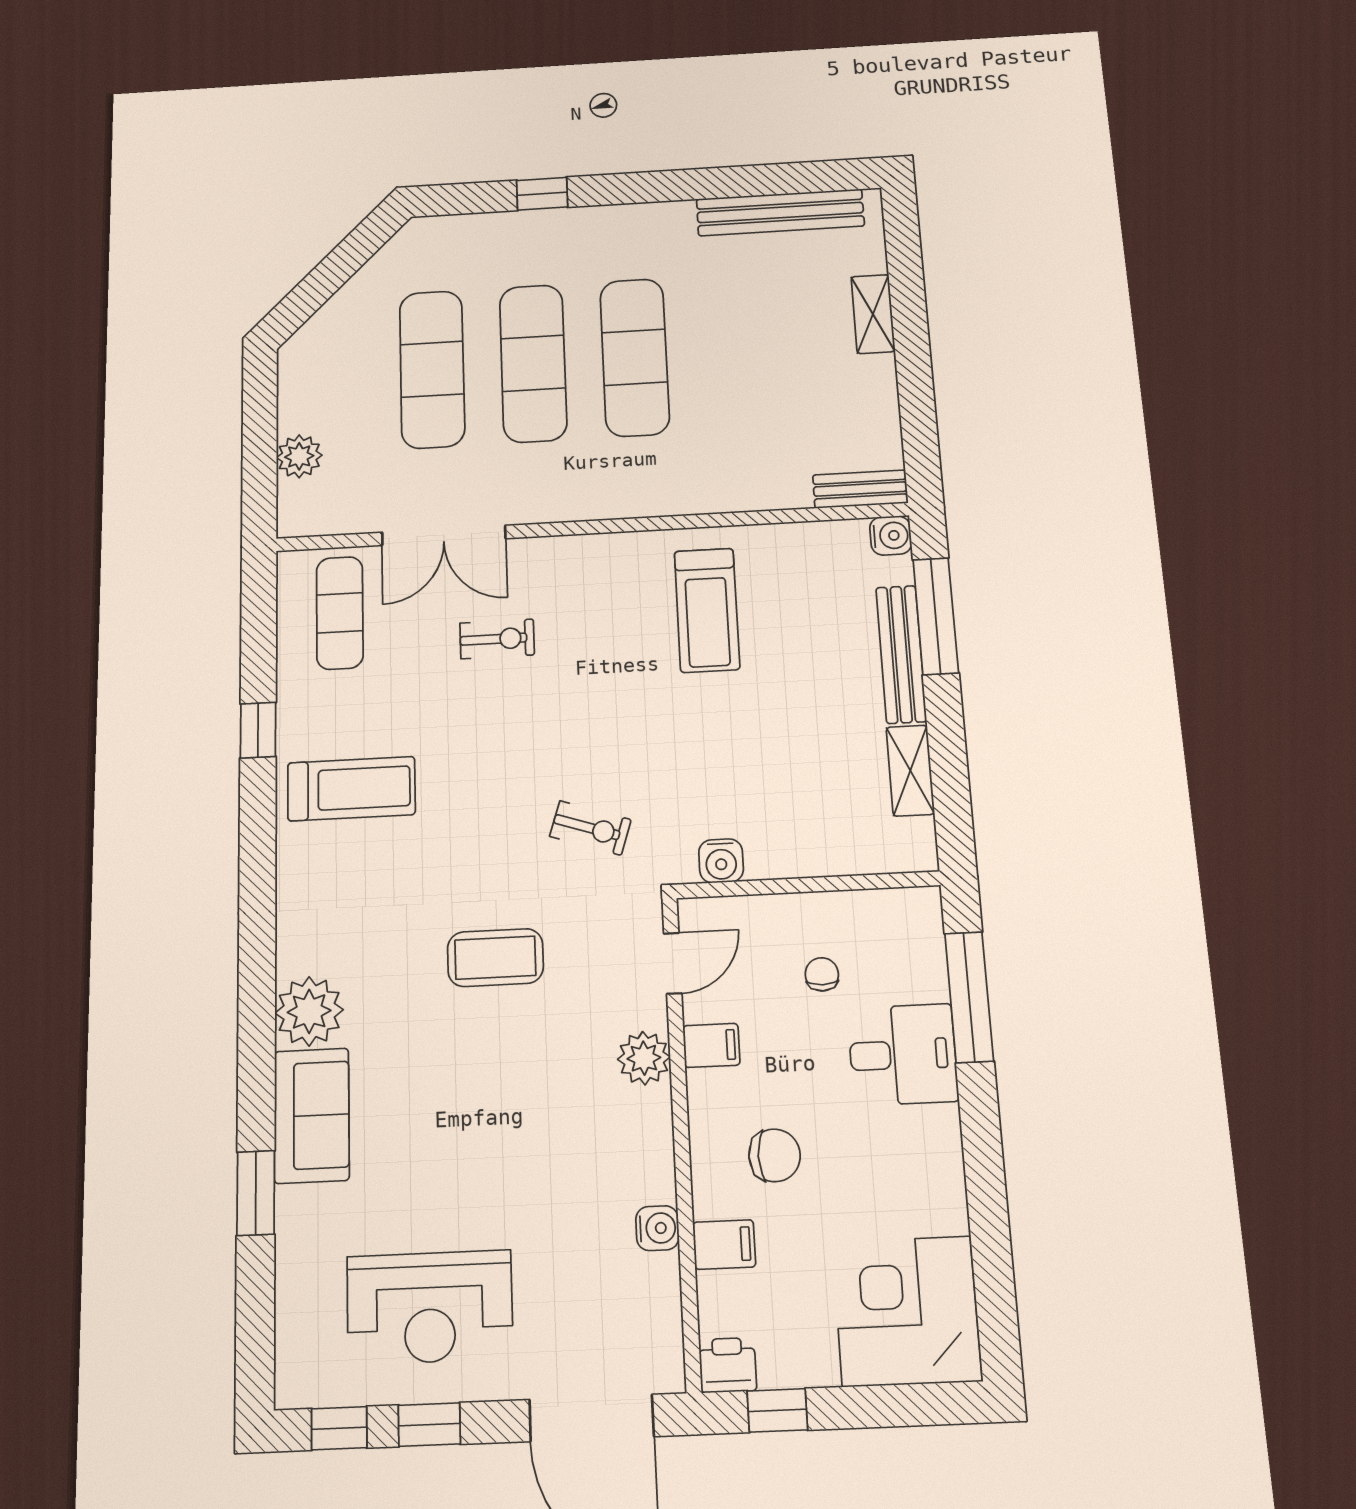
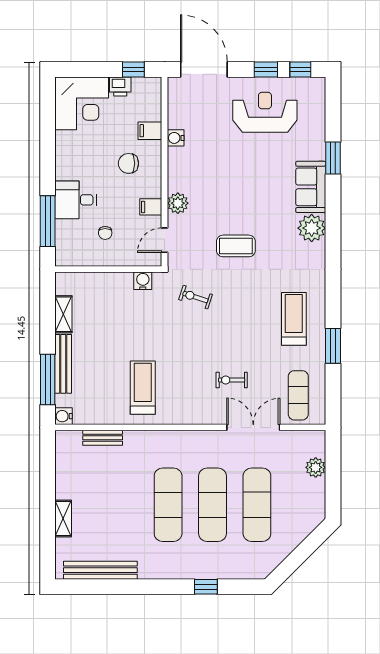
bench: (860, 489) -> (103, 438), moved
window: (258, 730) -> (333, 346), width x1.50
treadmill: (351, 789) -> (294, 319), turned 90
printer: (728, 1365) -> (120, 86), moved

